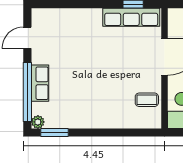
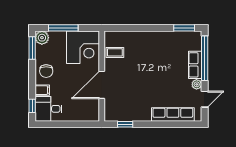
row of seats: (131, 17) -> (173, 114), moved
plant: (38, 122) -> (197, 84), moved

